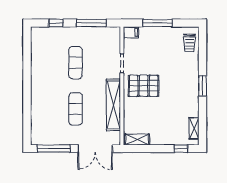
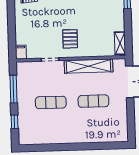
window: (157, 23) -> (12, 28), removed
pallet: (143, 86) -> (70, 39), width x0.67, depth x0.71
window: (54, 149) -> (131, 120), removed

